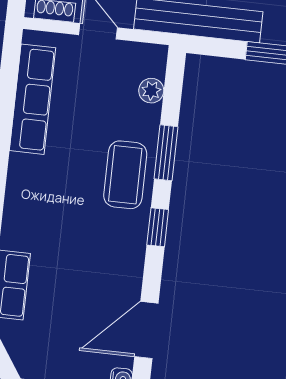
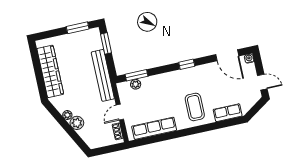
window: (166, 153) -> (137, 75), moved
coffee table: (125, 175) -> (195, 107), moved, turned 90

